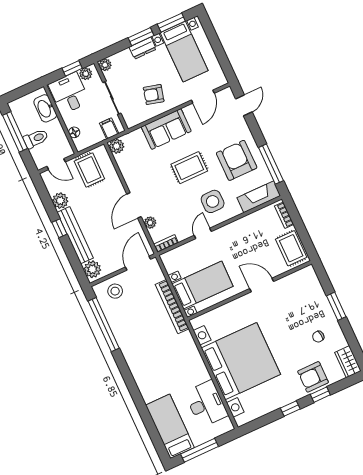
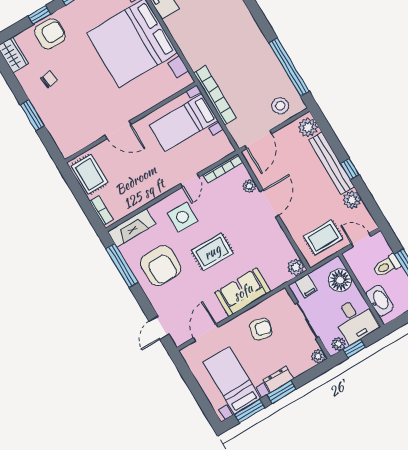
floor lamp: (74, 132) -> (340, 280), width x1.89, depth x1.89
rug: (89, 170) -> (323, 237), turned 90
bookcase: (166, 244) -> (223, 168), width x1.56

